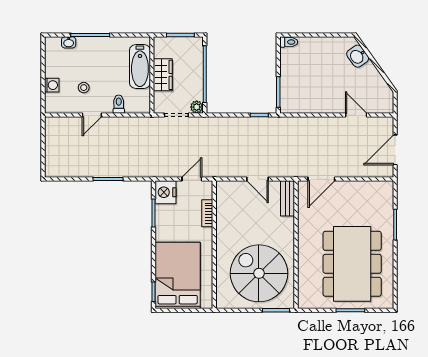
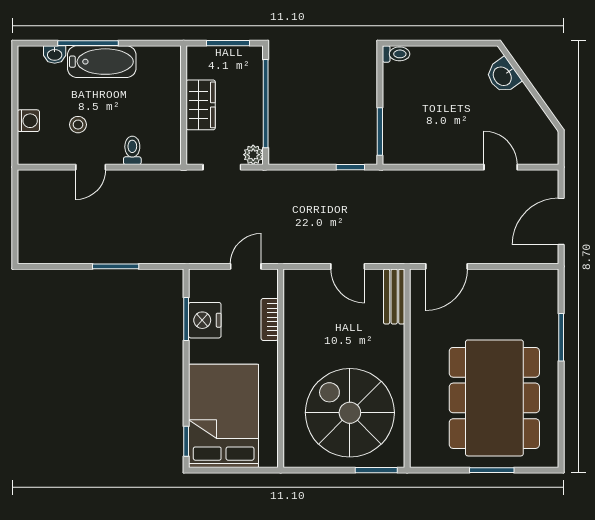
bathtub: (140, 66) -> (102, 62), moved, turned -90
nightstand: (165, 192) -> (205, 320), moved

